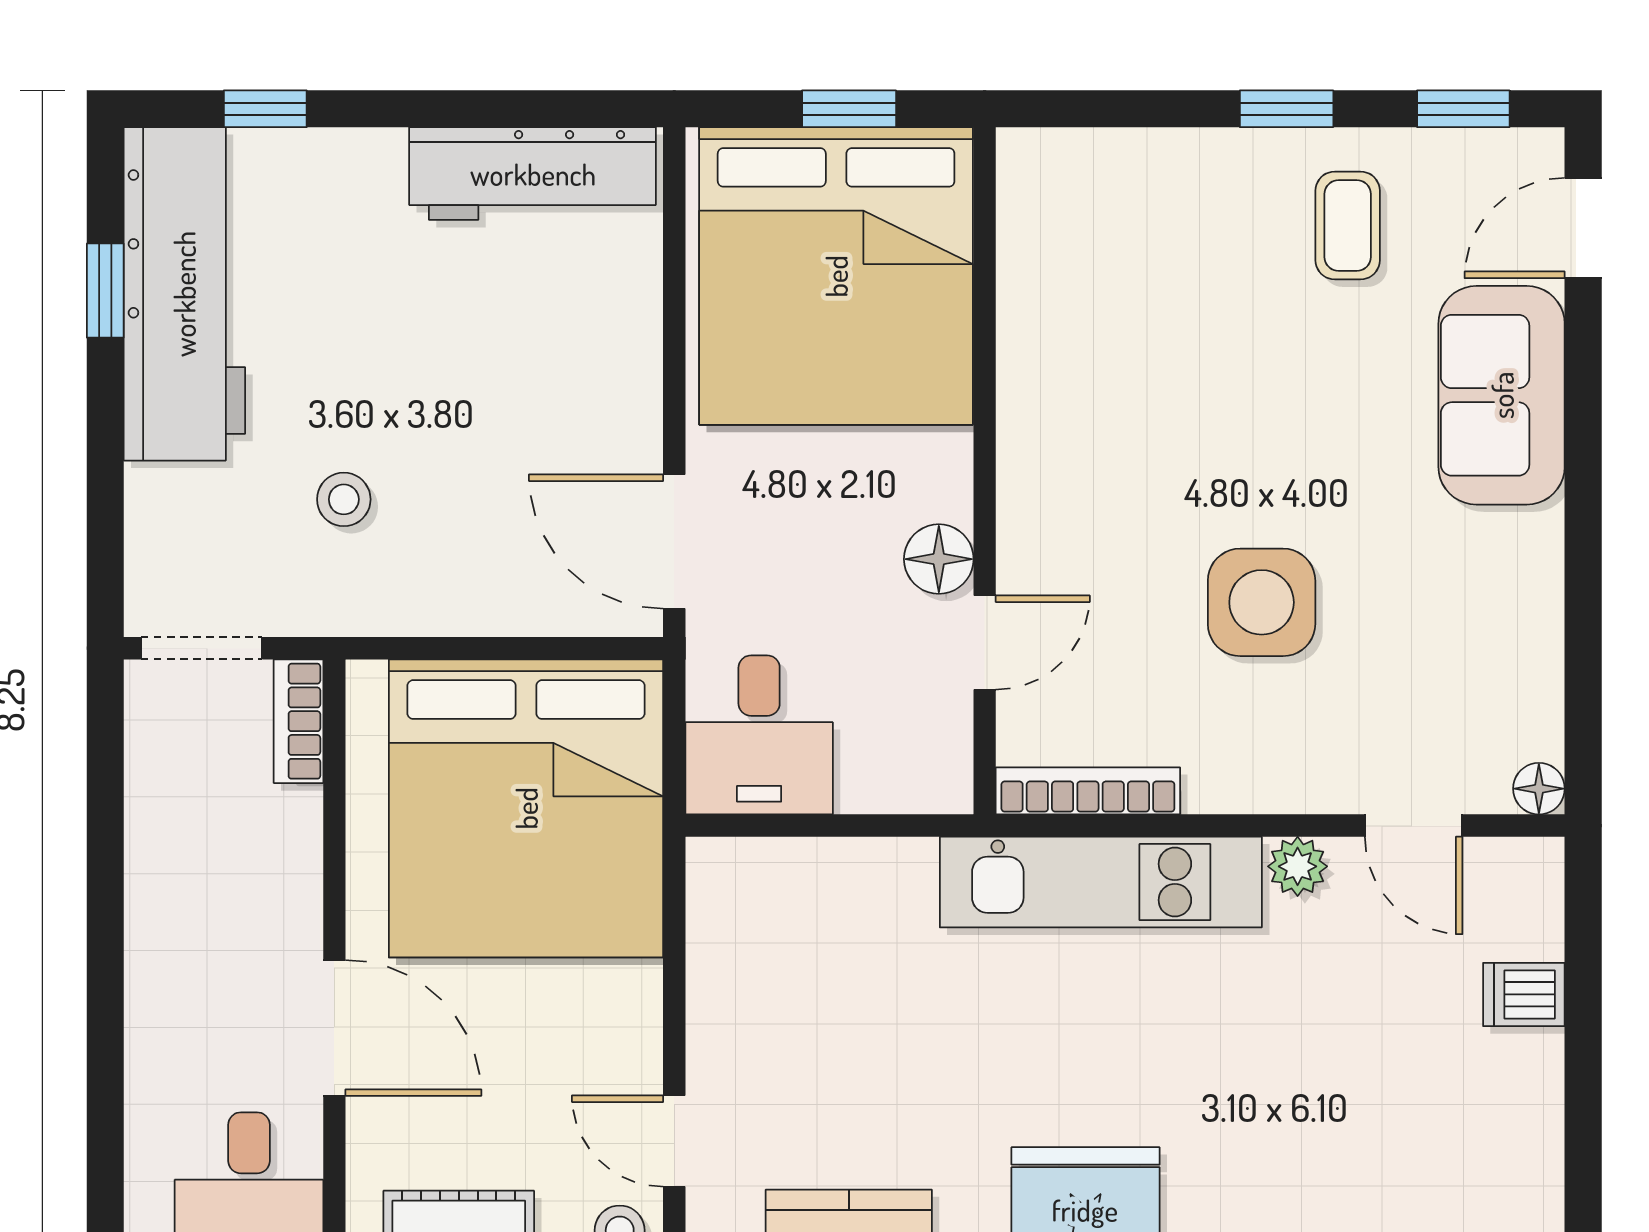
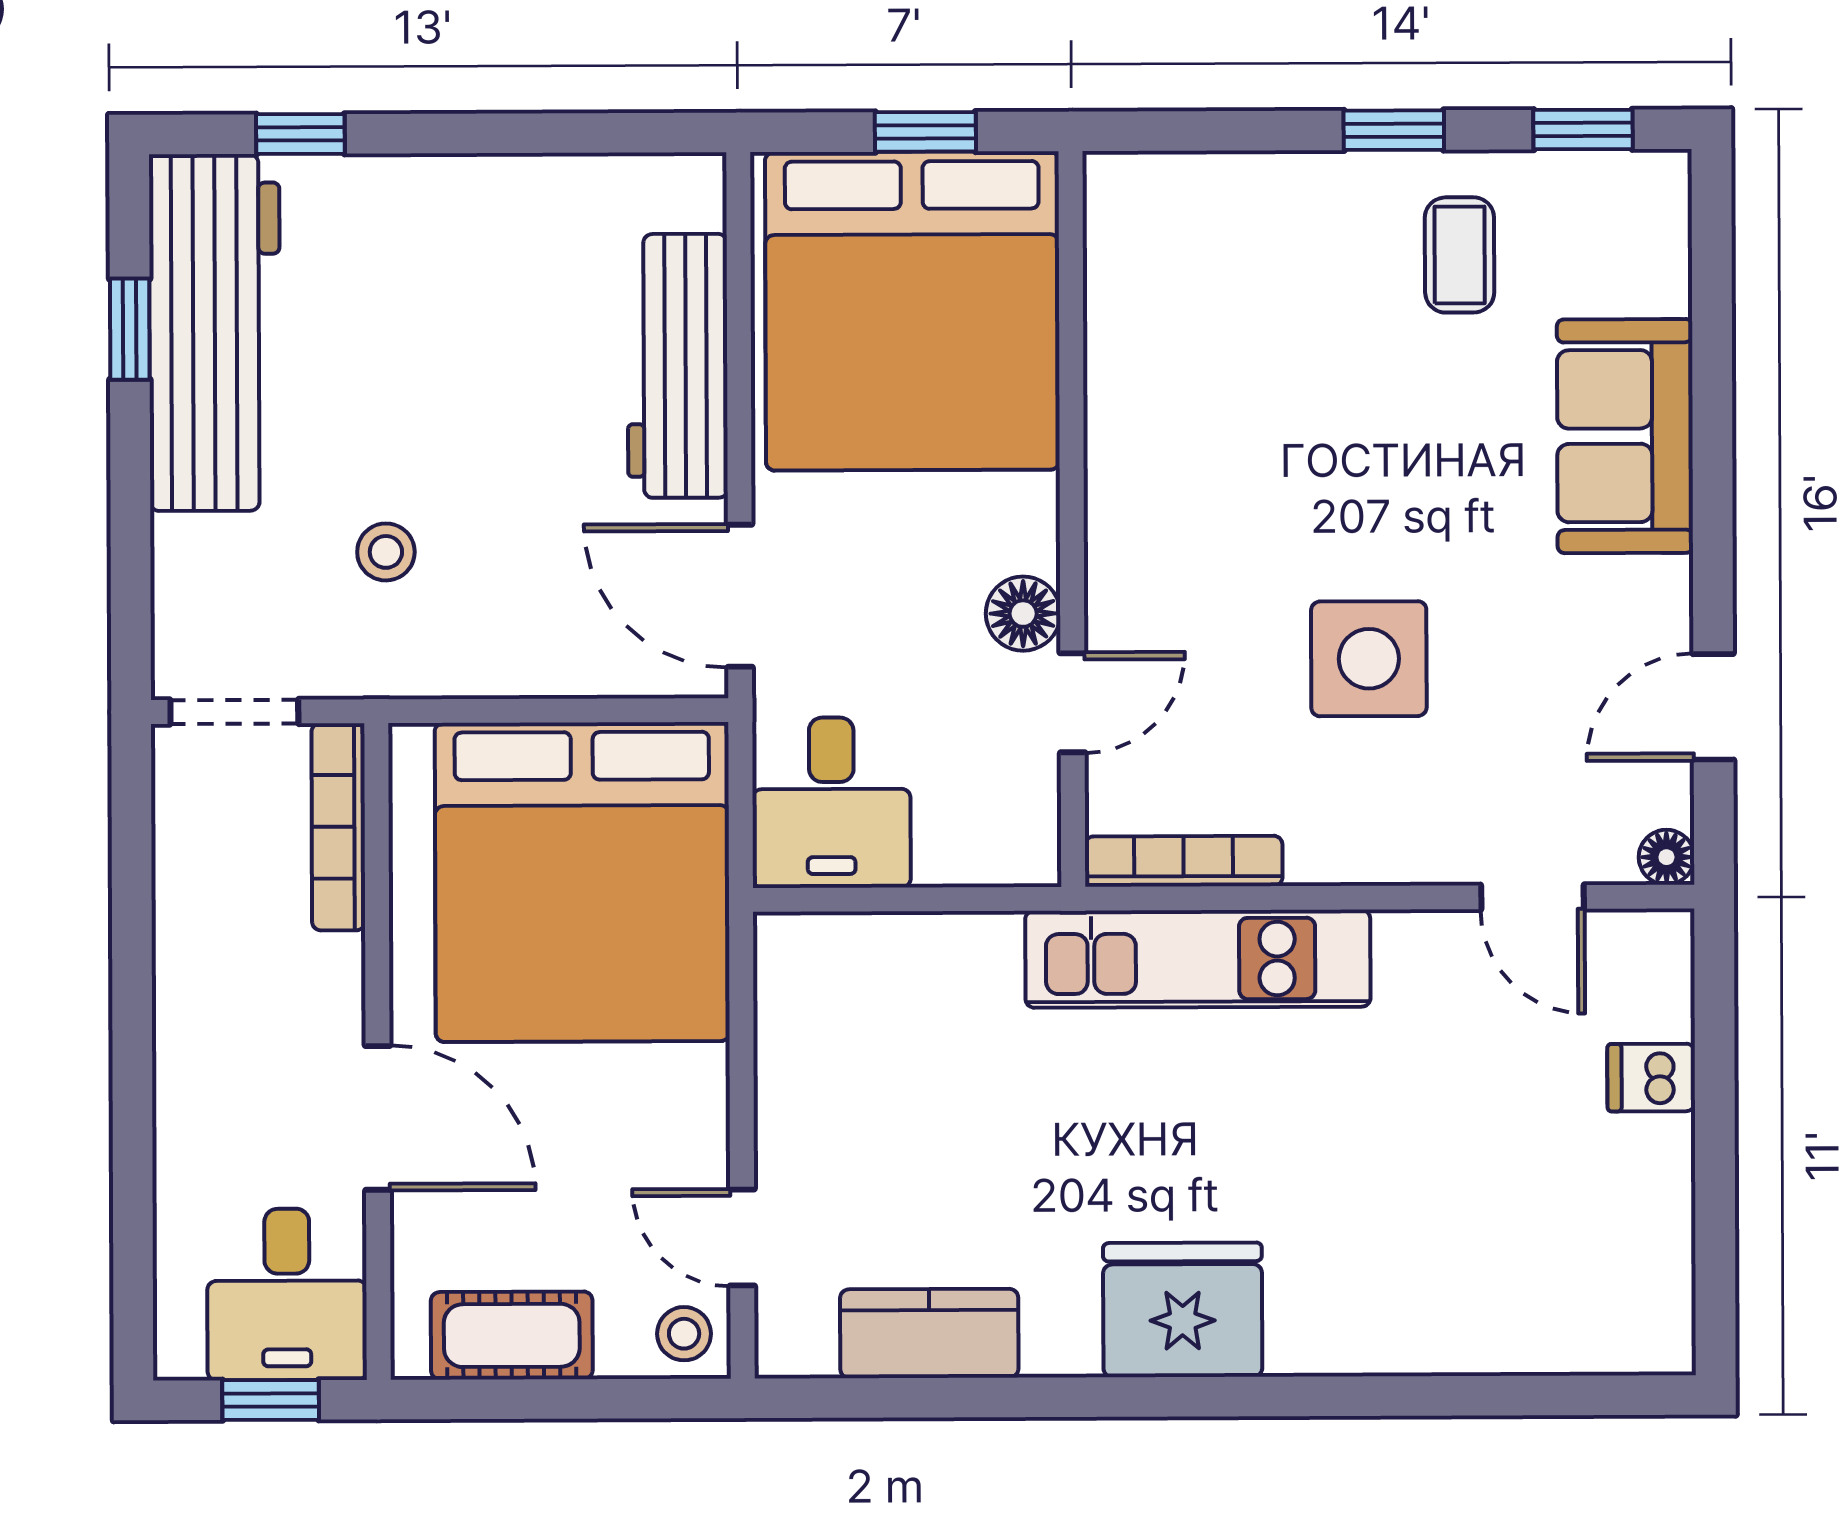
workbench: (533, 174) -> (678, 366), moved, turned 90
door: (1583, 228) -> (1713, 707), moved
bookcase: (298, 721) -> (338, 827), width x1.56
plant: (1298, 866) -> (1408, 941), removed

